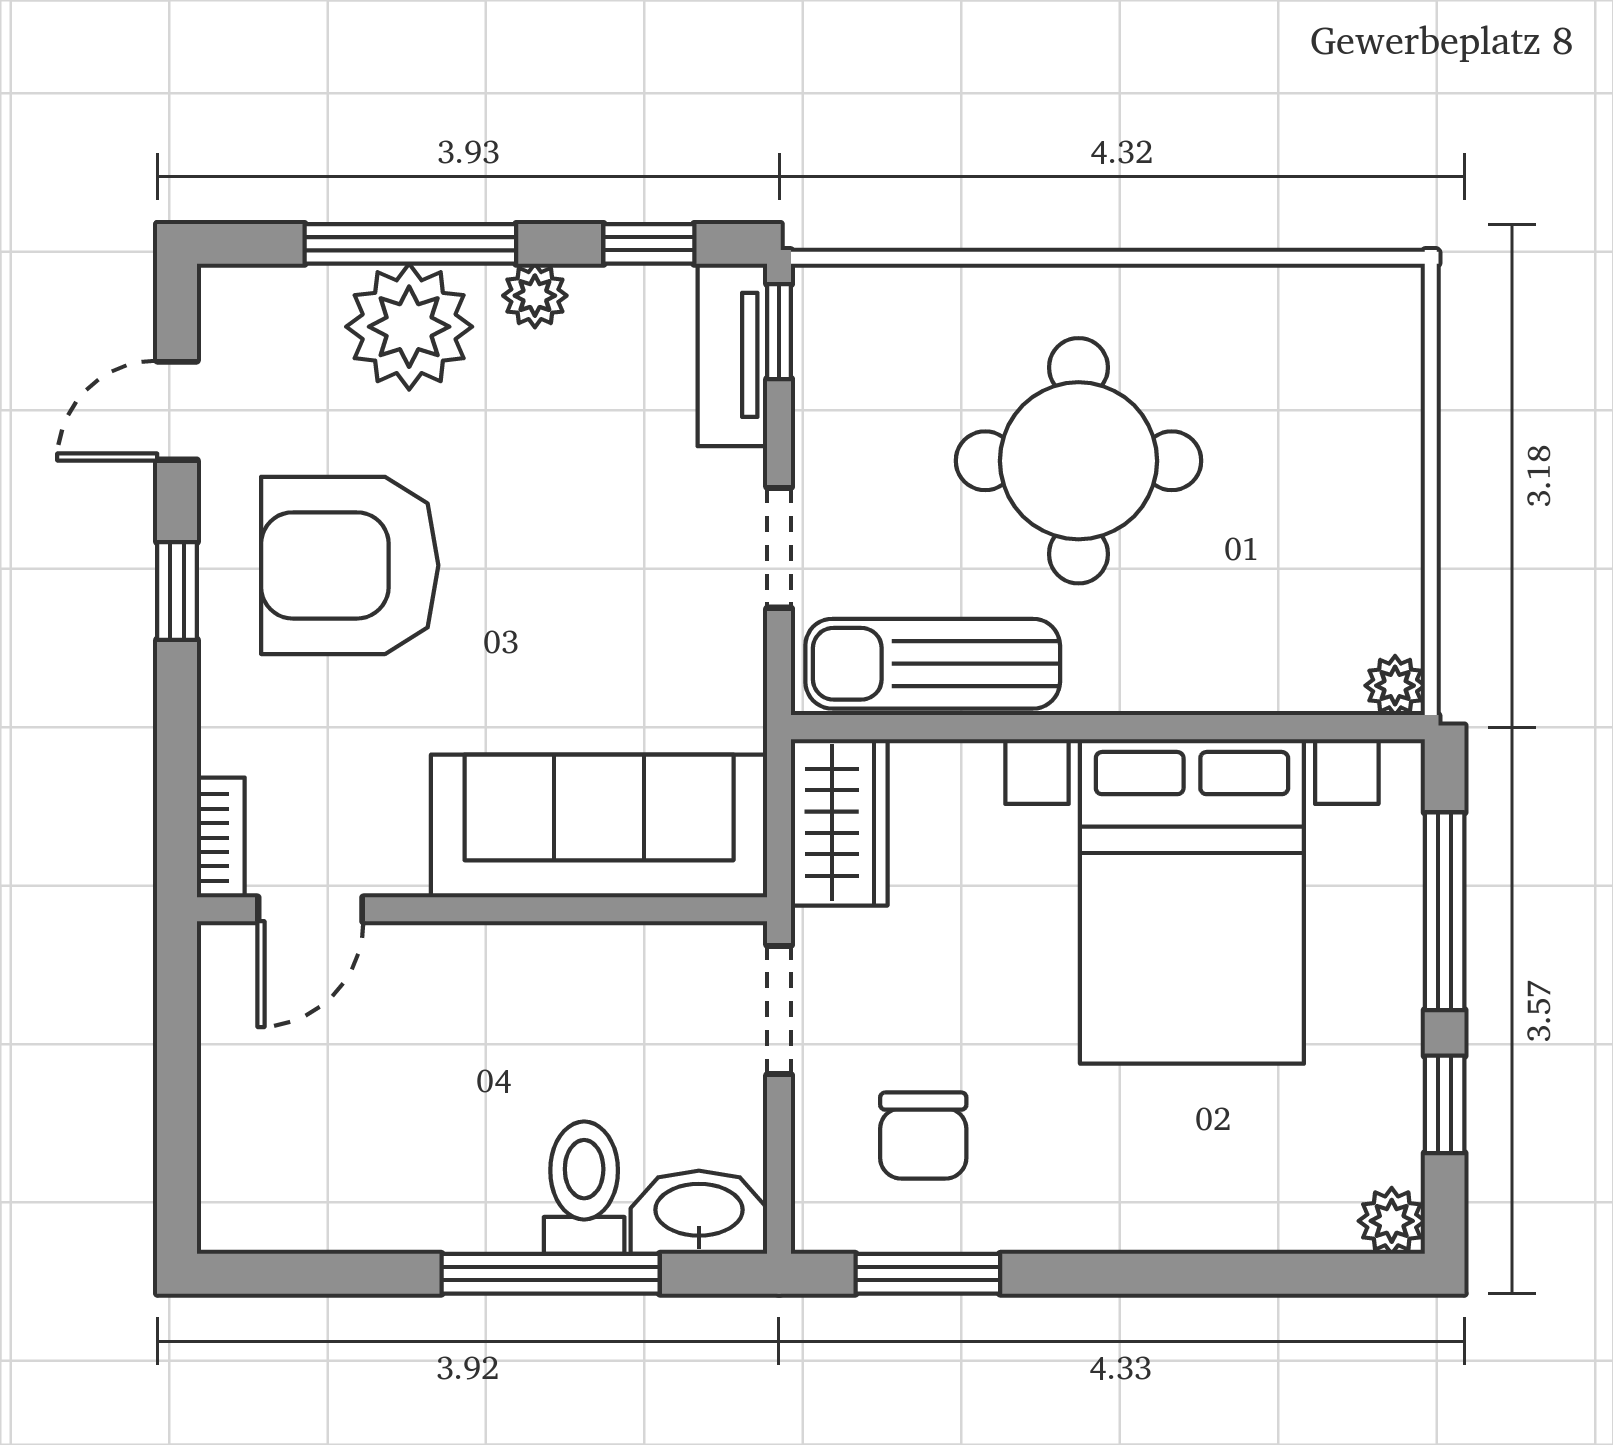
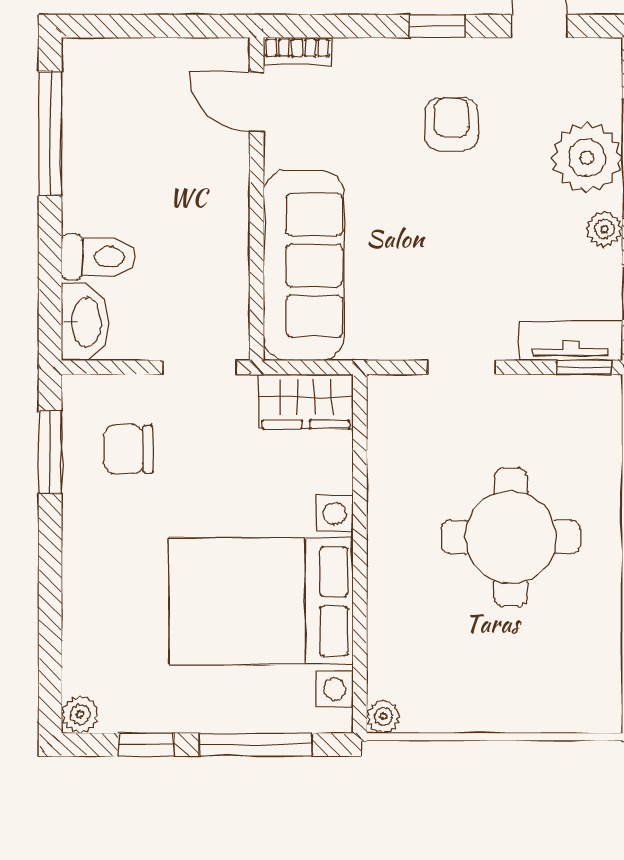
armchair: (350, 565) -> (452, 124), width x0.53, depth x0.53
sun lounger: (933, 664) -> (396, 454), removed
window: (551, 1274) -> (50, 133), moved

